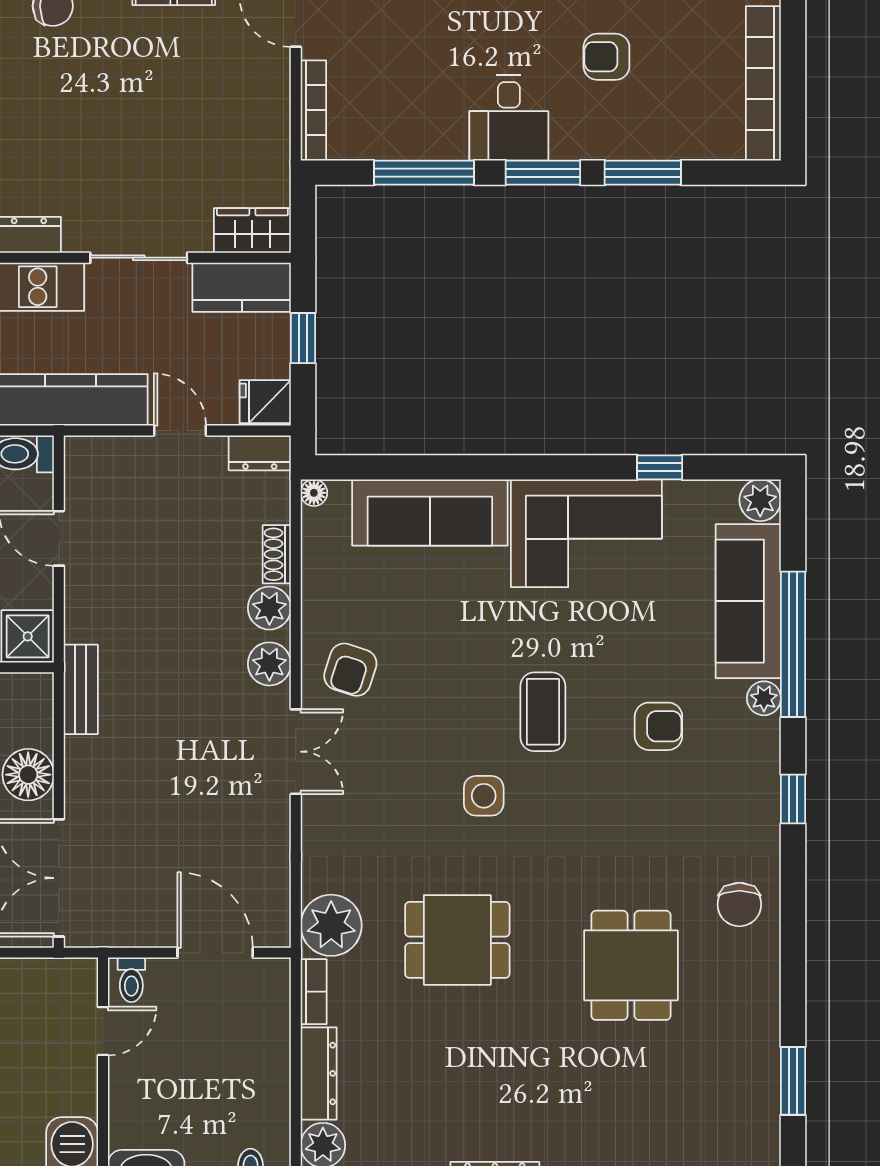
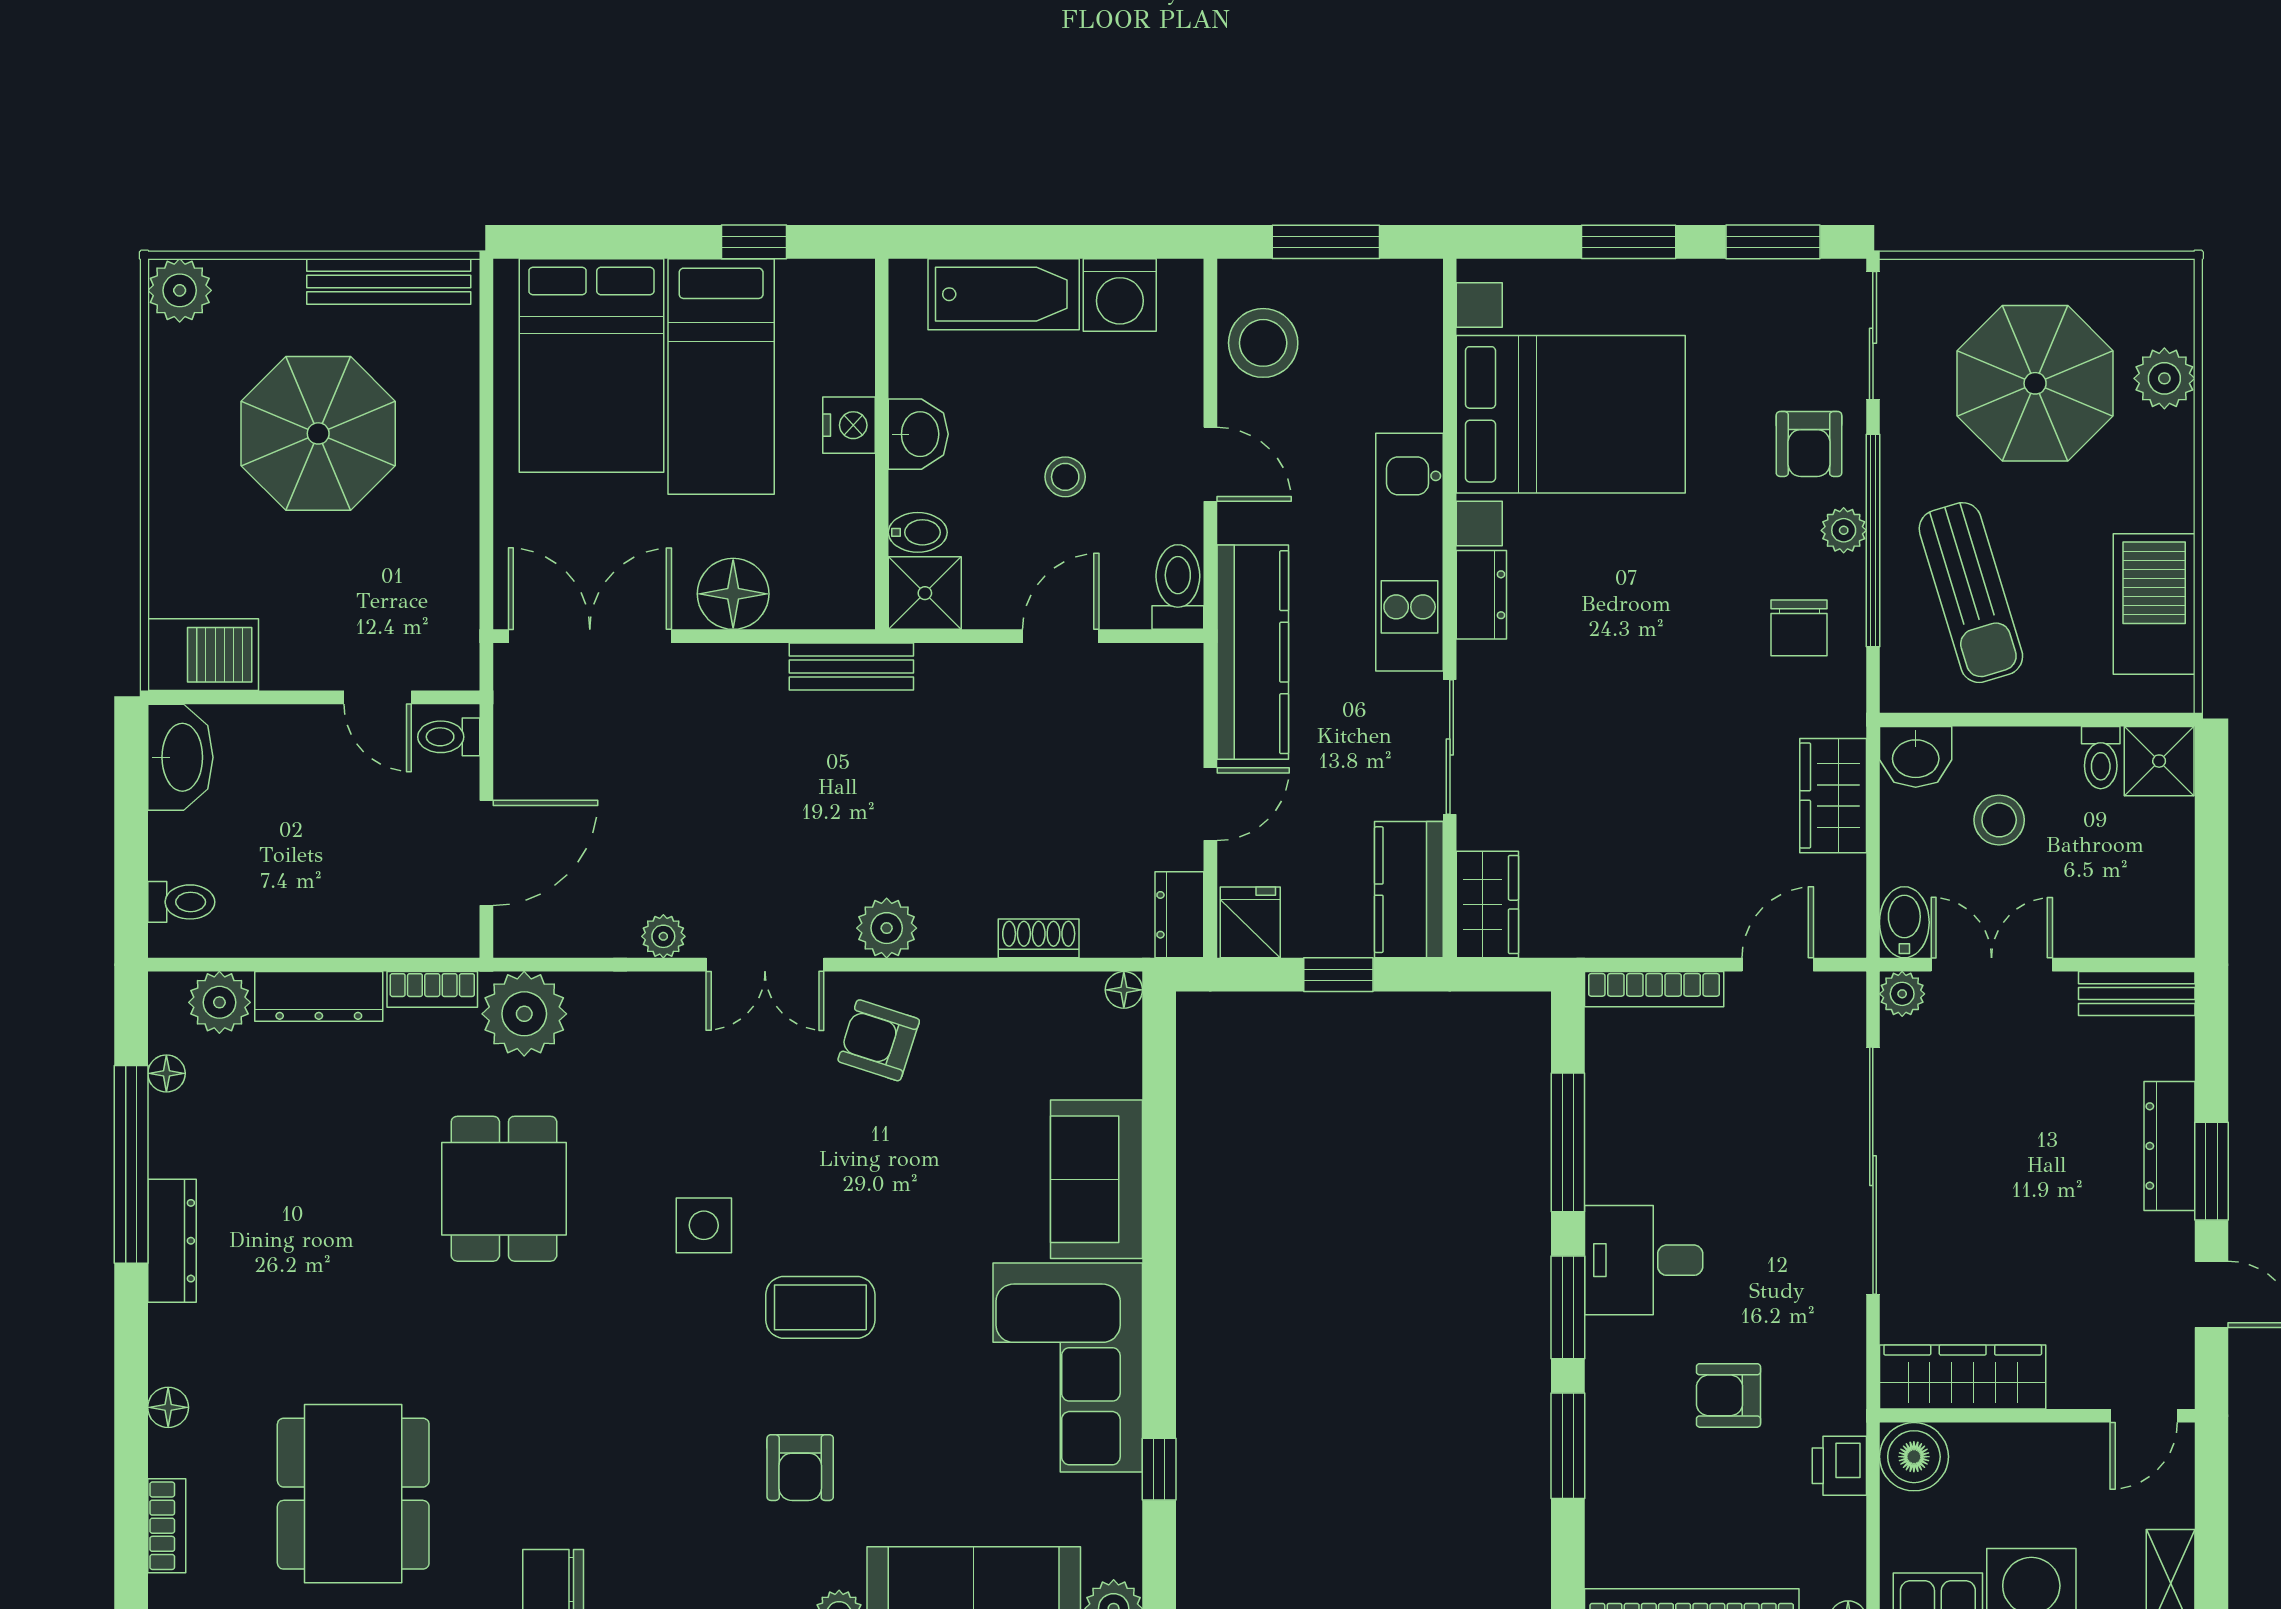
armchair: (606, 57) -> (1728, 1395), turned -90
sofa: (430, 513) -> (1097, 1179), width x0.73
plant: (269, 608) -> (663, 936), moved, width x0.73, depth x0.73
dining table: (631, 965) -> (353, 1494), moved, width x1.37

